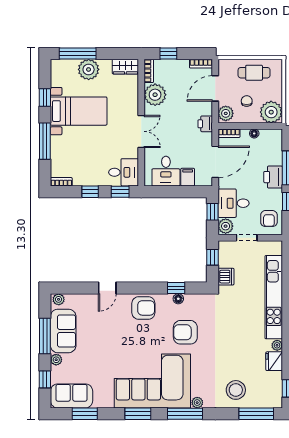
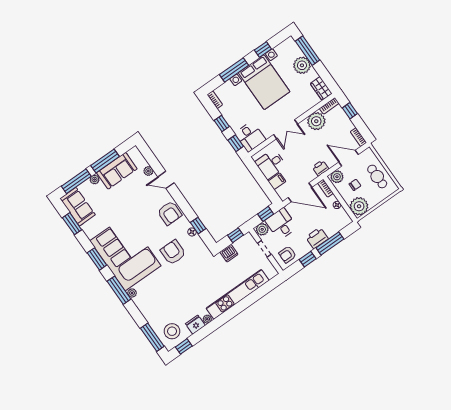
bed with nightstands: (79, 111) -> (264, 82), width x1.36
plant: (59, 299) -> (148, 171), moved
window: (45, 379) -> (76, 181), width x2.17
stool: (236, 390) -> (172, 331), moved

